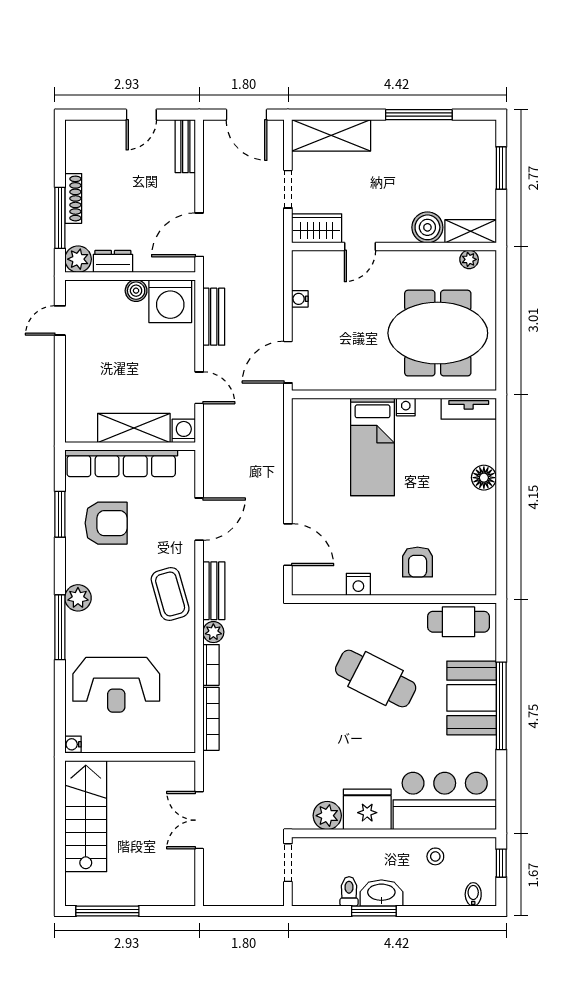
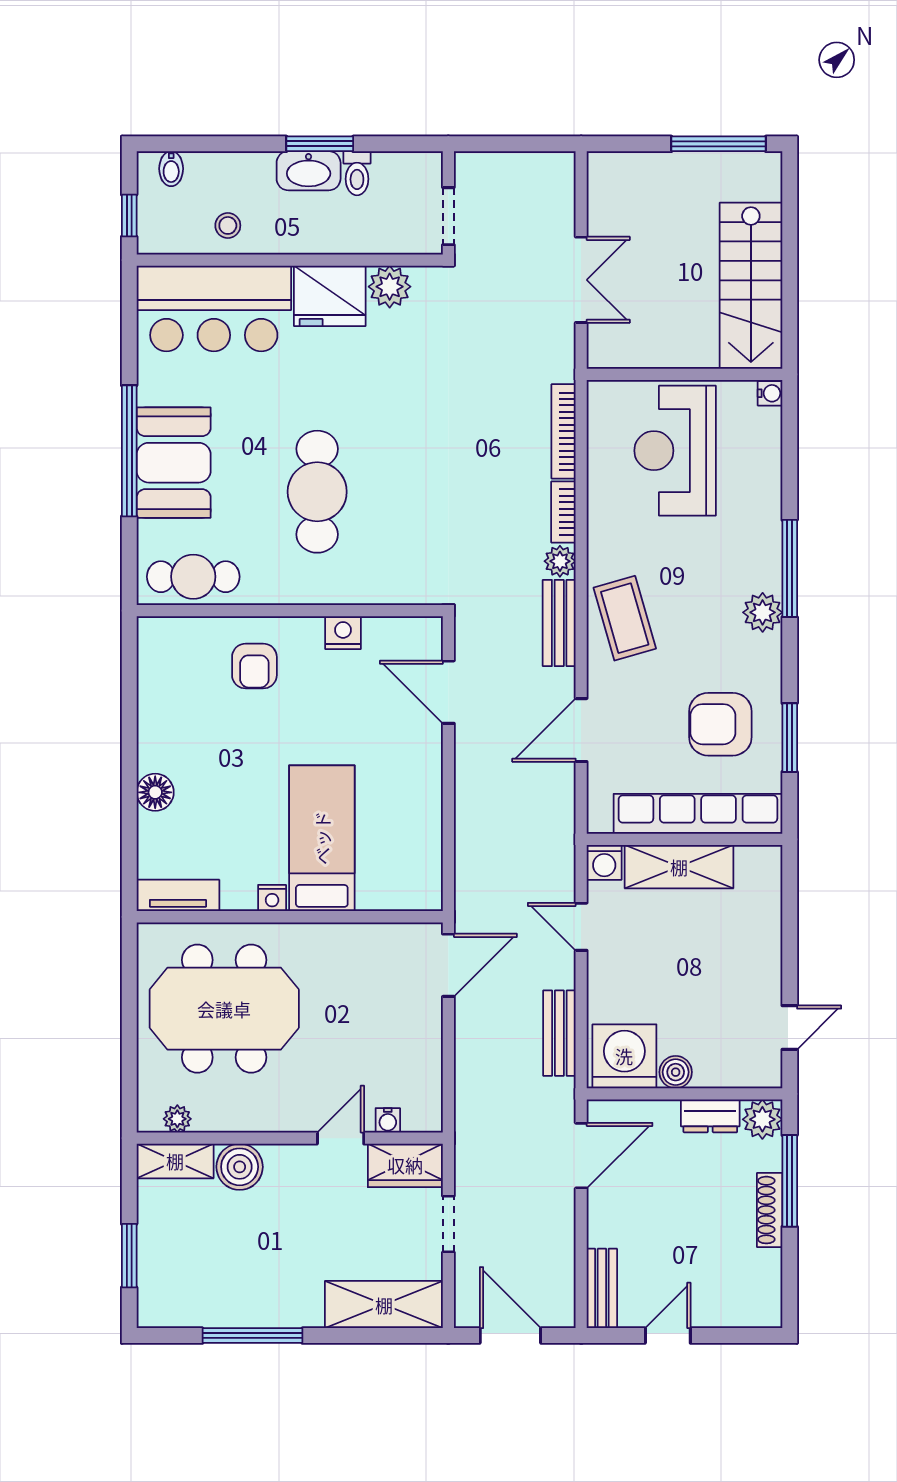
water cooler: (300, 299) -> (388, 1120), moved, turned 90
armchair: (418, 562) -> (254, 666), turned 180
cafe table: (376, 679) -> (317, 492), turned 63
reception desk: (116, 685) -> (675, 451), moved, turned -90

